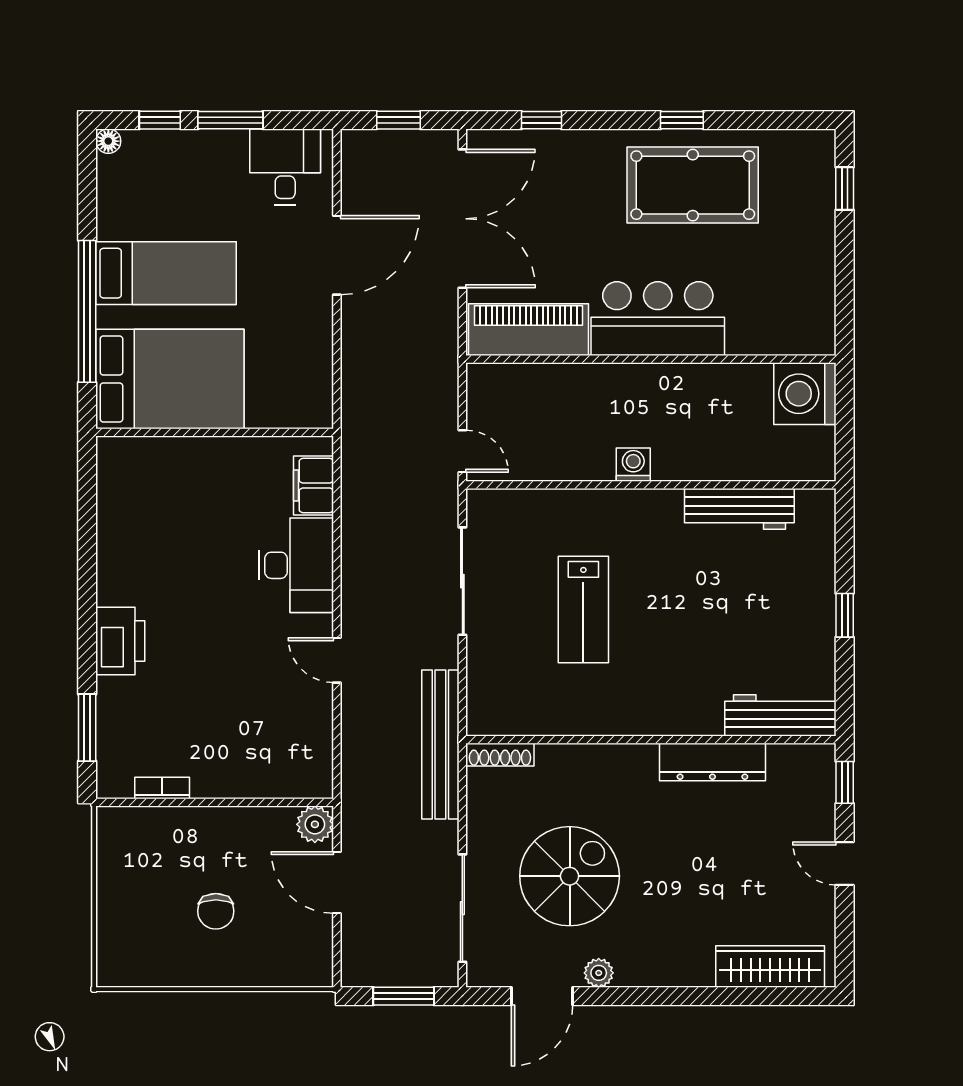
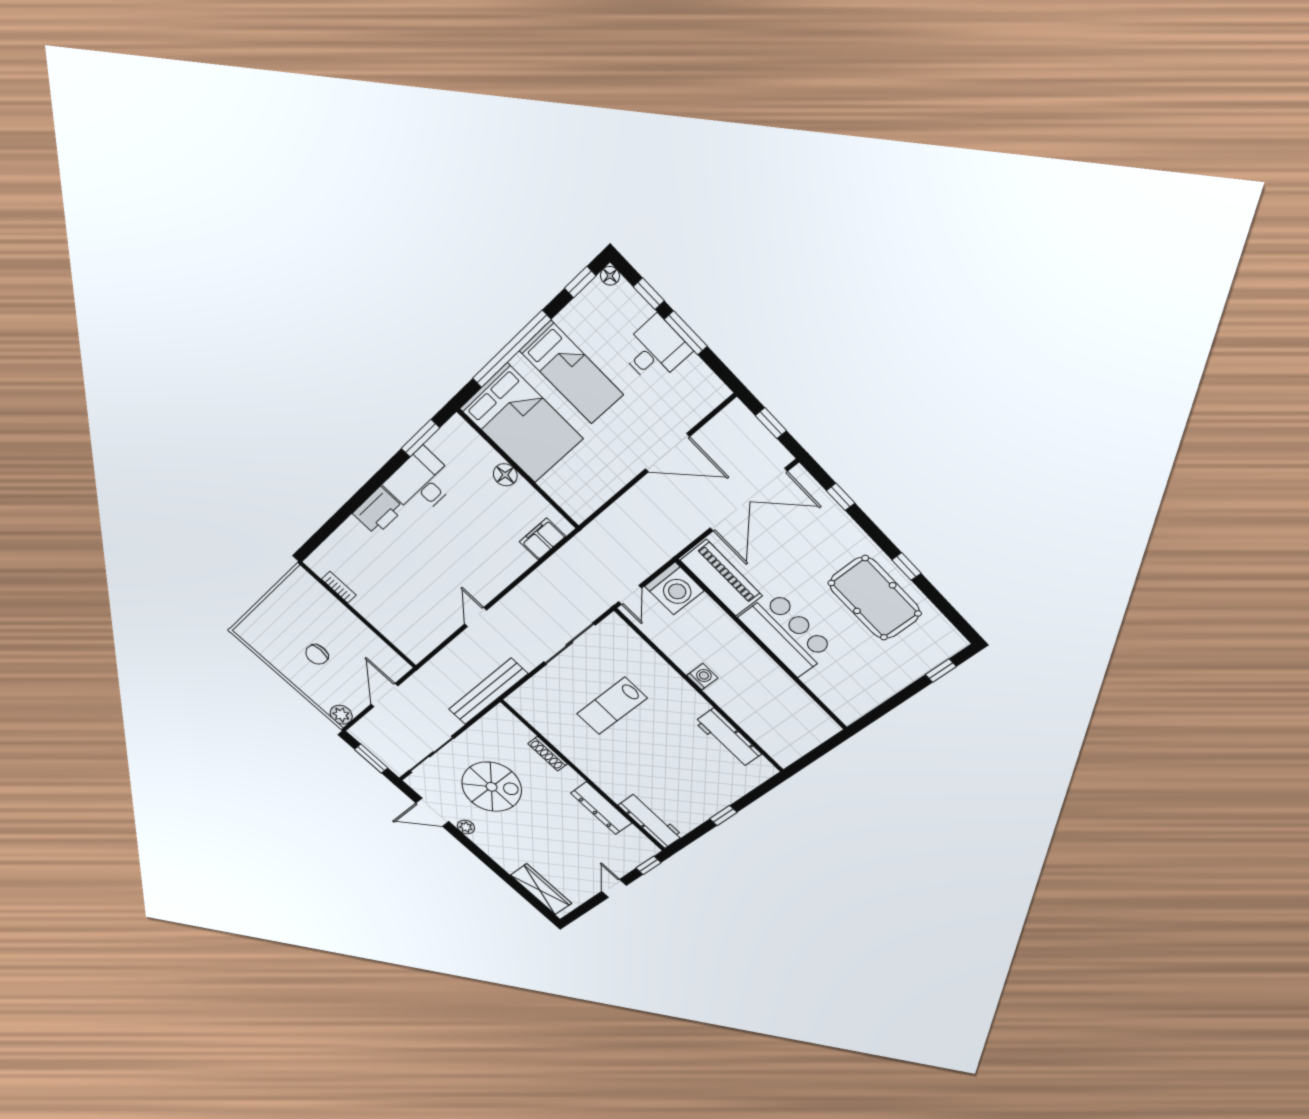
desk: (285, 167) -> (655, 350), moved
window: (87, 176) -> (580, 282), added
washing machine: (805, 394) -> (674, 589), moved, turned 180
floor lamp: (207, 453) -> (505, 475), added
desk: (296, 565) -> (421, 483), moved, turned 180
window: (87, 728) -> (420, 438), moved
shoe rack: (500, 755) -> (548, 754), moved
plant: (315, 824) -> (341, 715), moved

